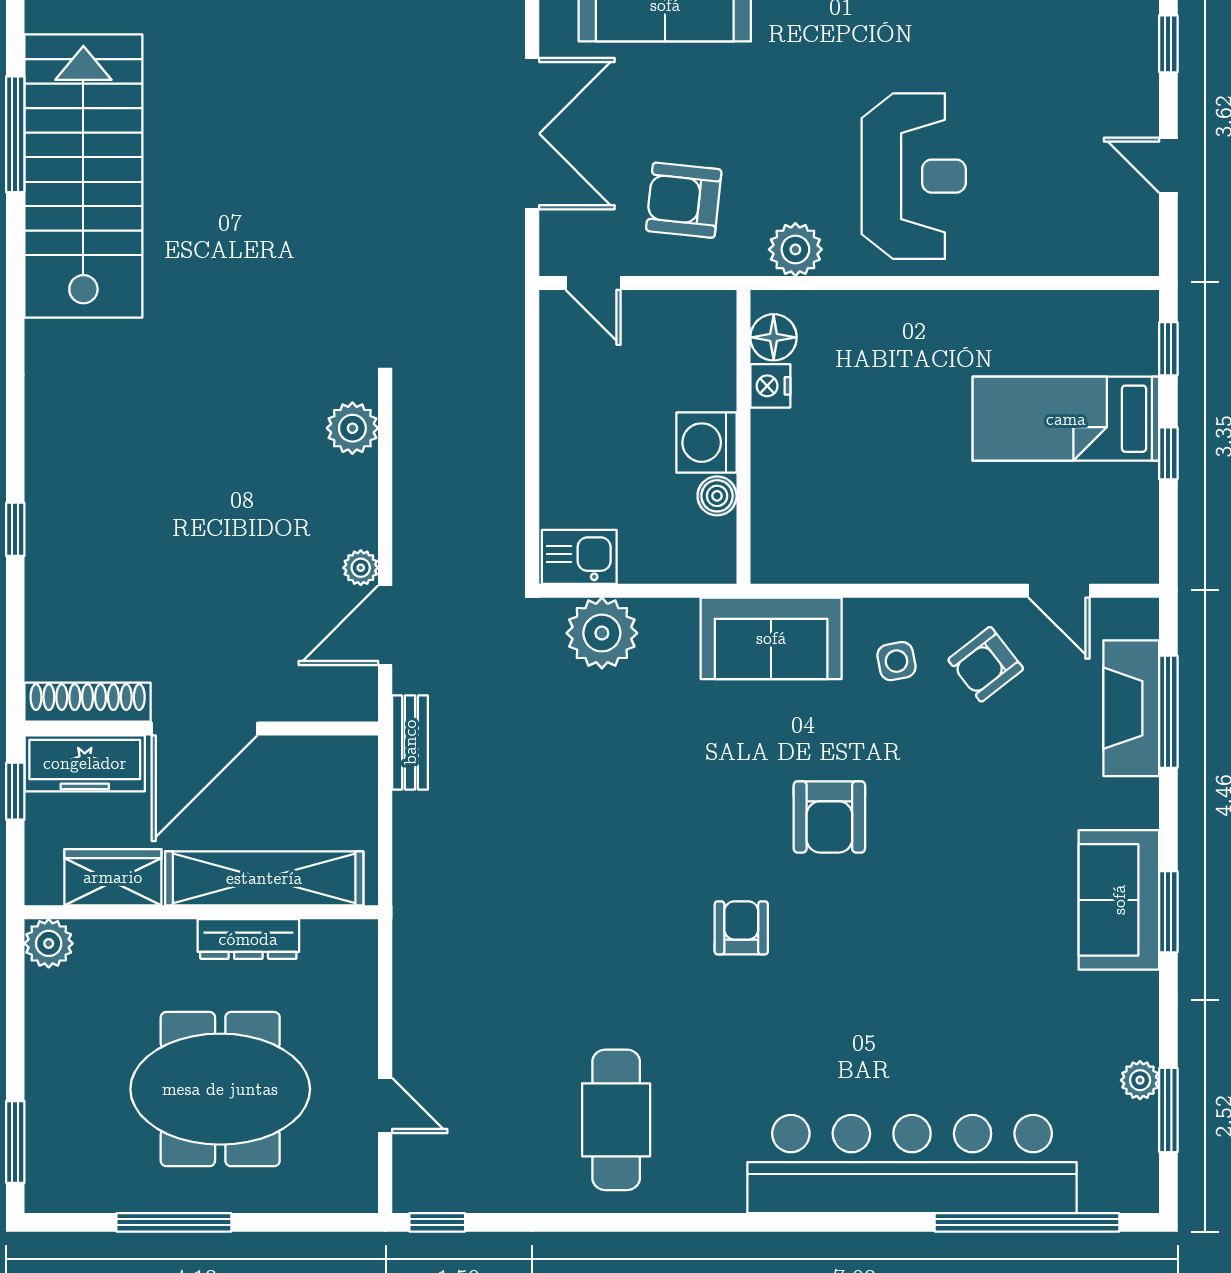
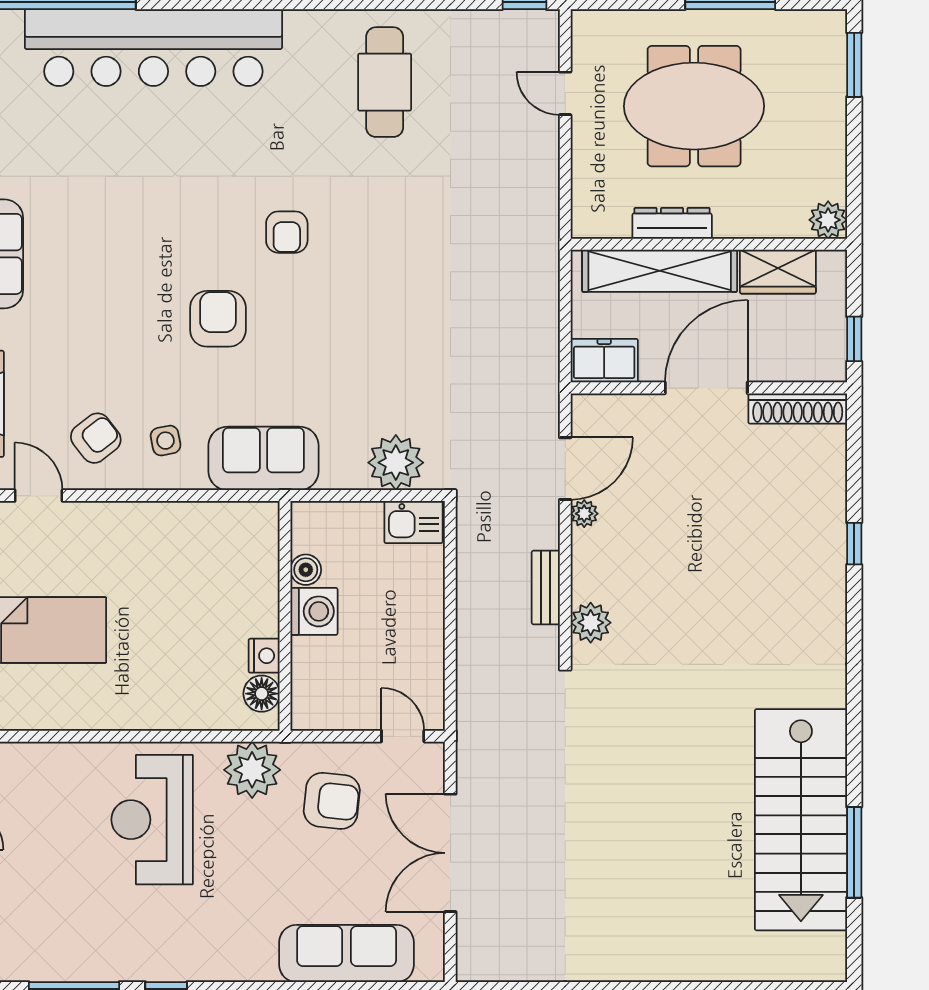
plant: (795, 249) -> (252, 770), width x1.36, depth x1.36
bench: (410, 742) -> (546, 587), moved
freezer: (85, 763) -> (604, 361), moved, width x0.71

